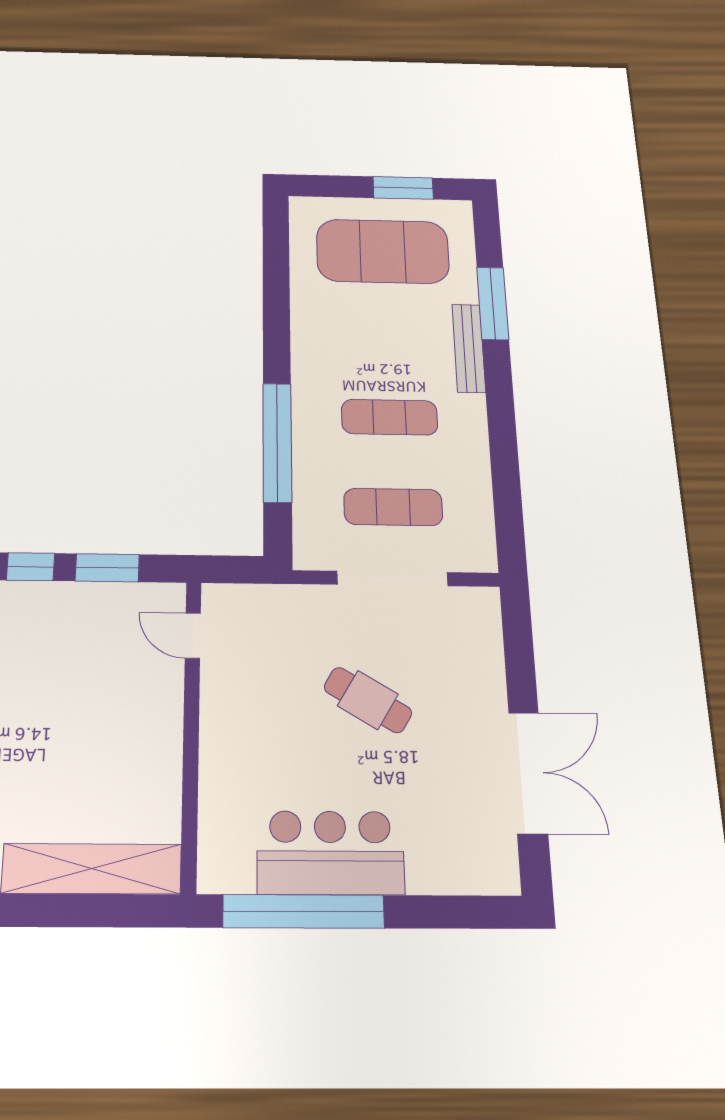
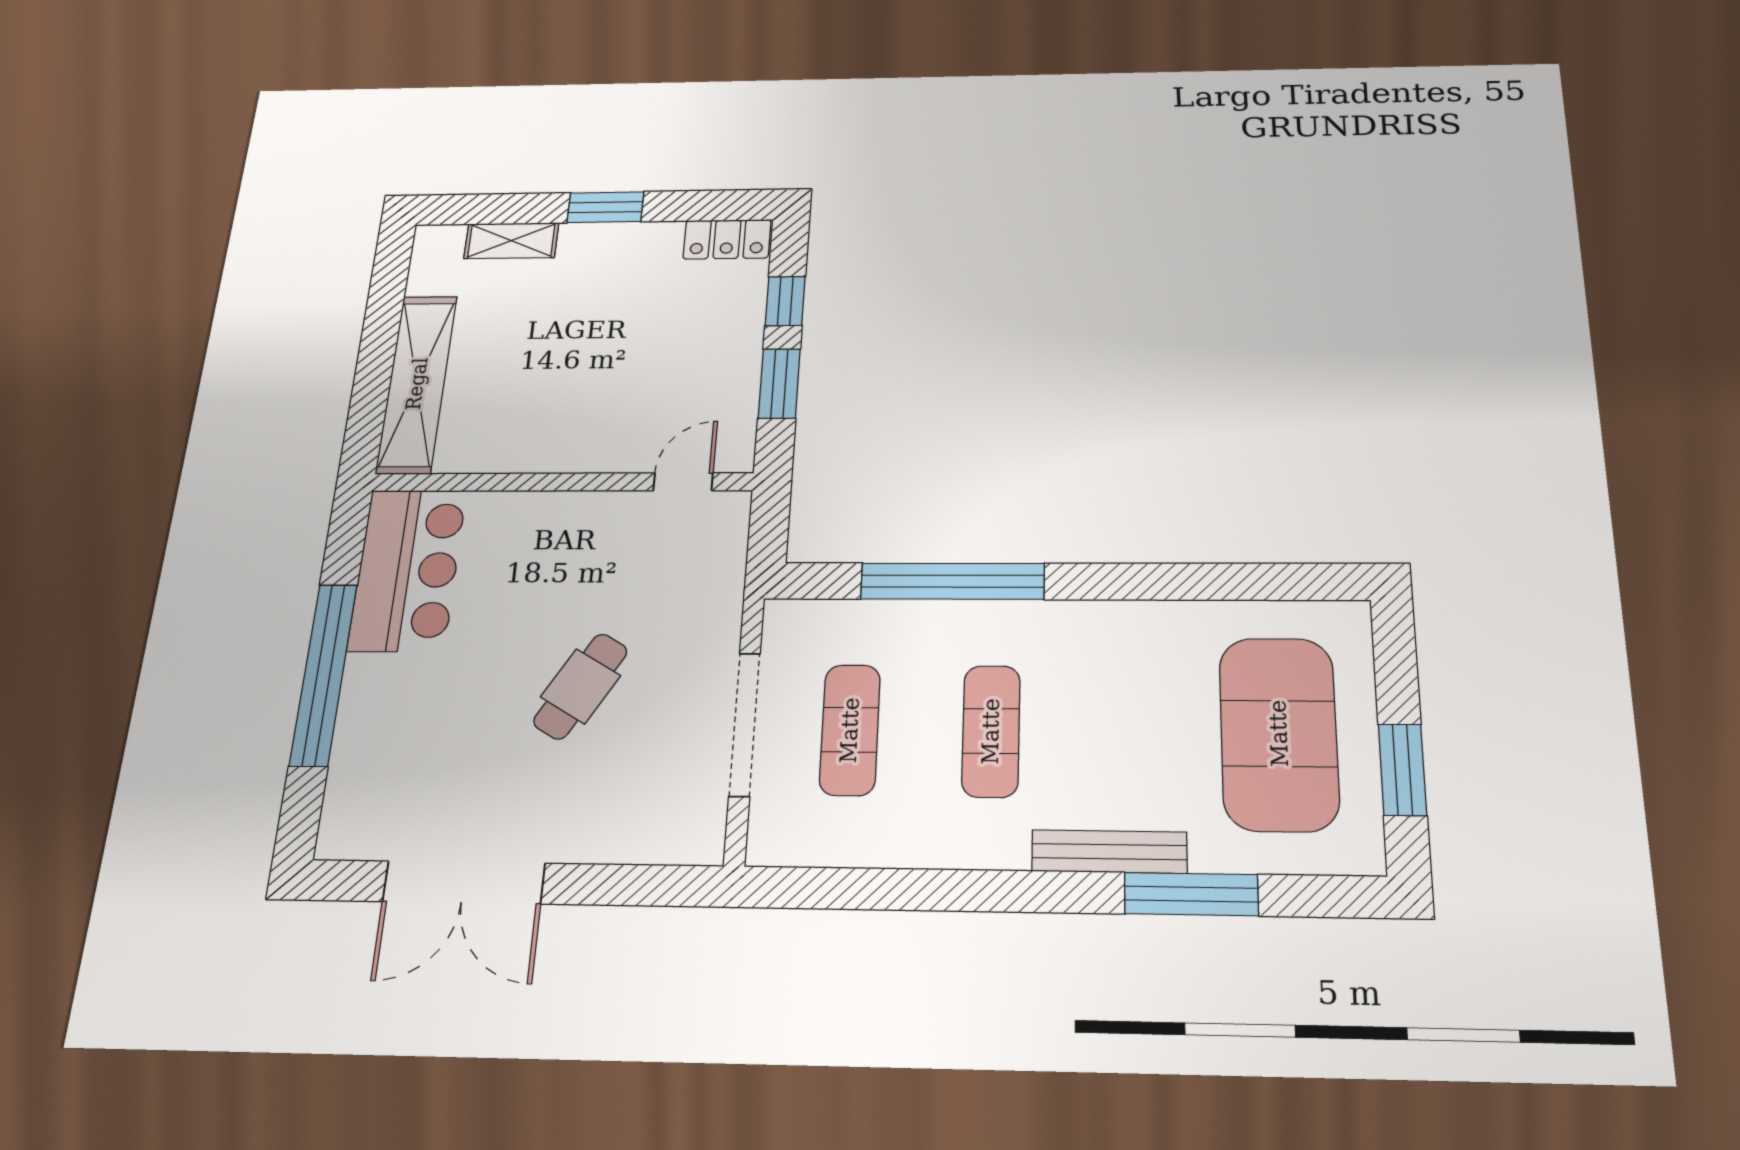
bar counter: (330, 853) -> (408, 570), moved
window: (304, 911) -> (324, 674), moved

